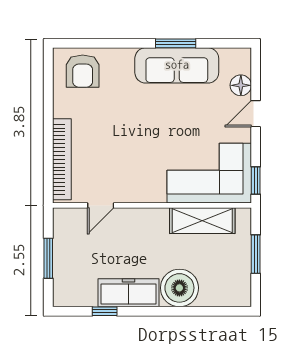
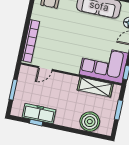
boiler: (179, 288) -> (90, 122), moved
freezer: (128, 293) -> (39, 113), moved

